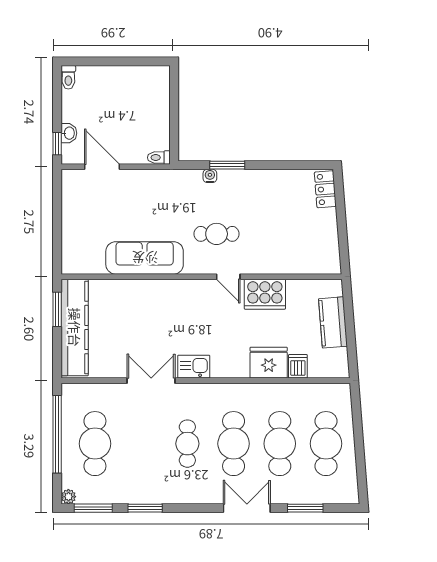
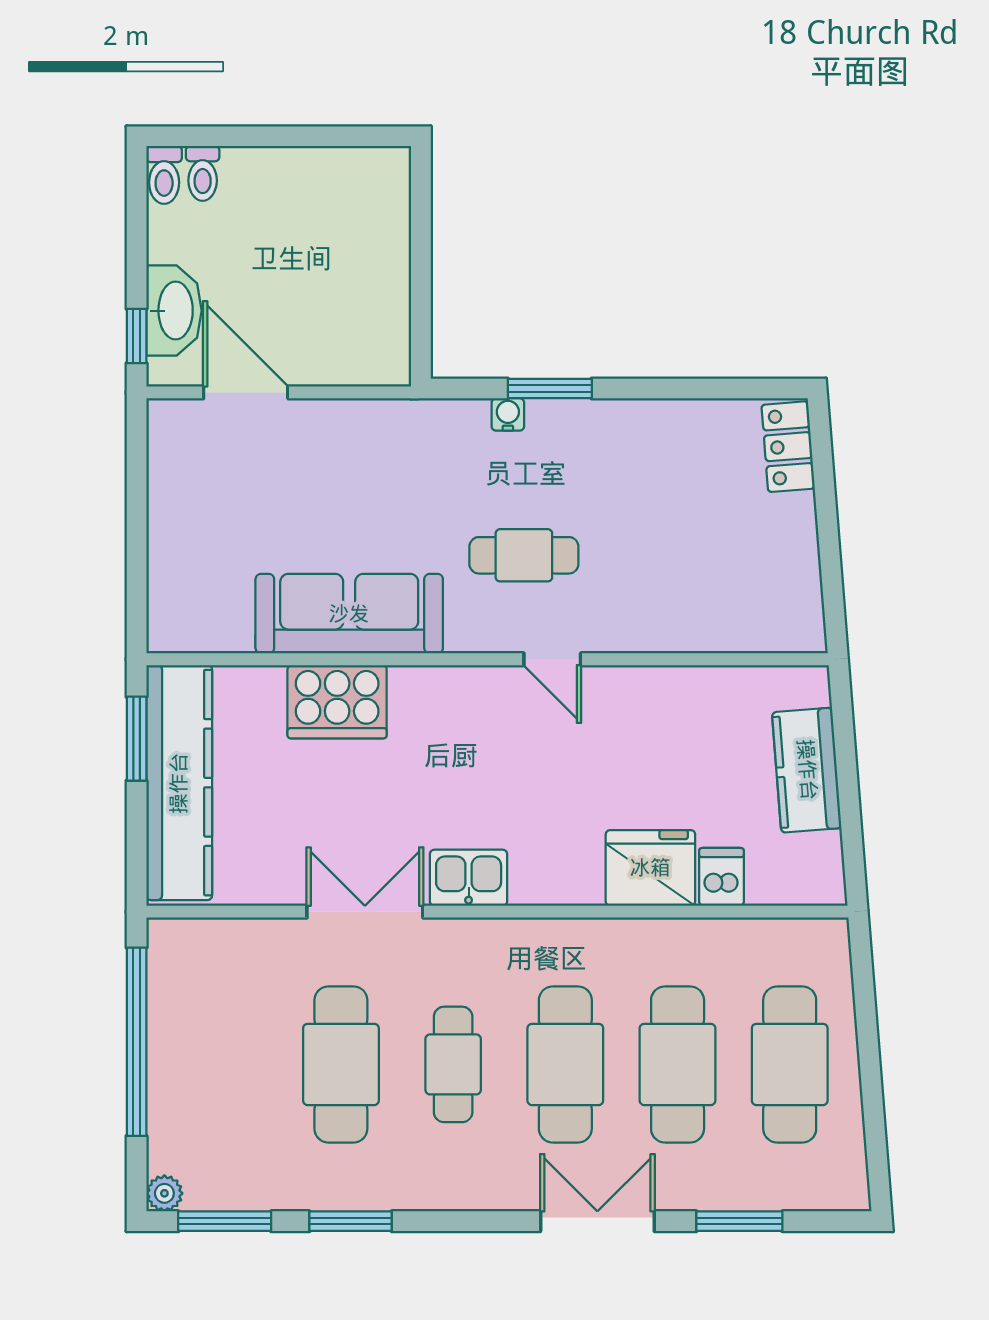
washbasin: (69, 133) -> (174, 311), width x1.91, depth x1.45
toilet: (159, 158) -> (203, 173), moved, turned -90
cooker: (265, 294) -> (337, 702), moved
cafe table: (95, 444) -> (341, 1064), moved

